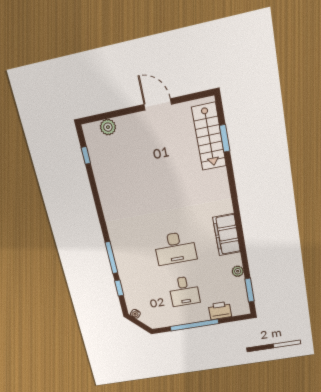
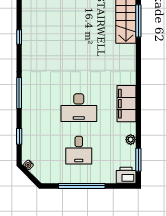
window: (225, 138) -> (138, 21), width x1.44
window: (86, 155) -> (19, 37), moved
window: (111, 258) -> (19, 93), moved
printer: (220, 311) -> (126, 175), moved

